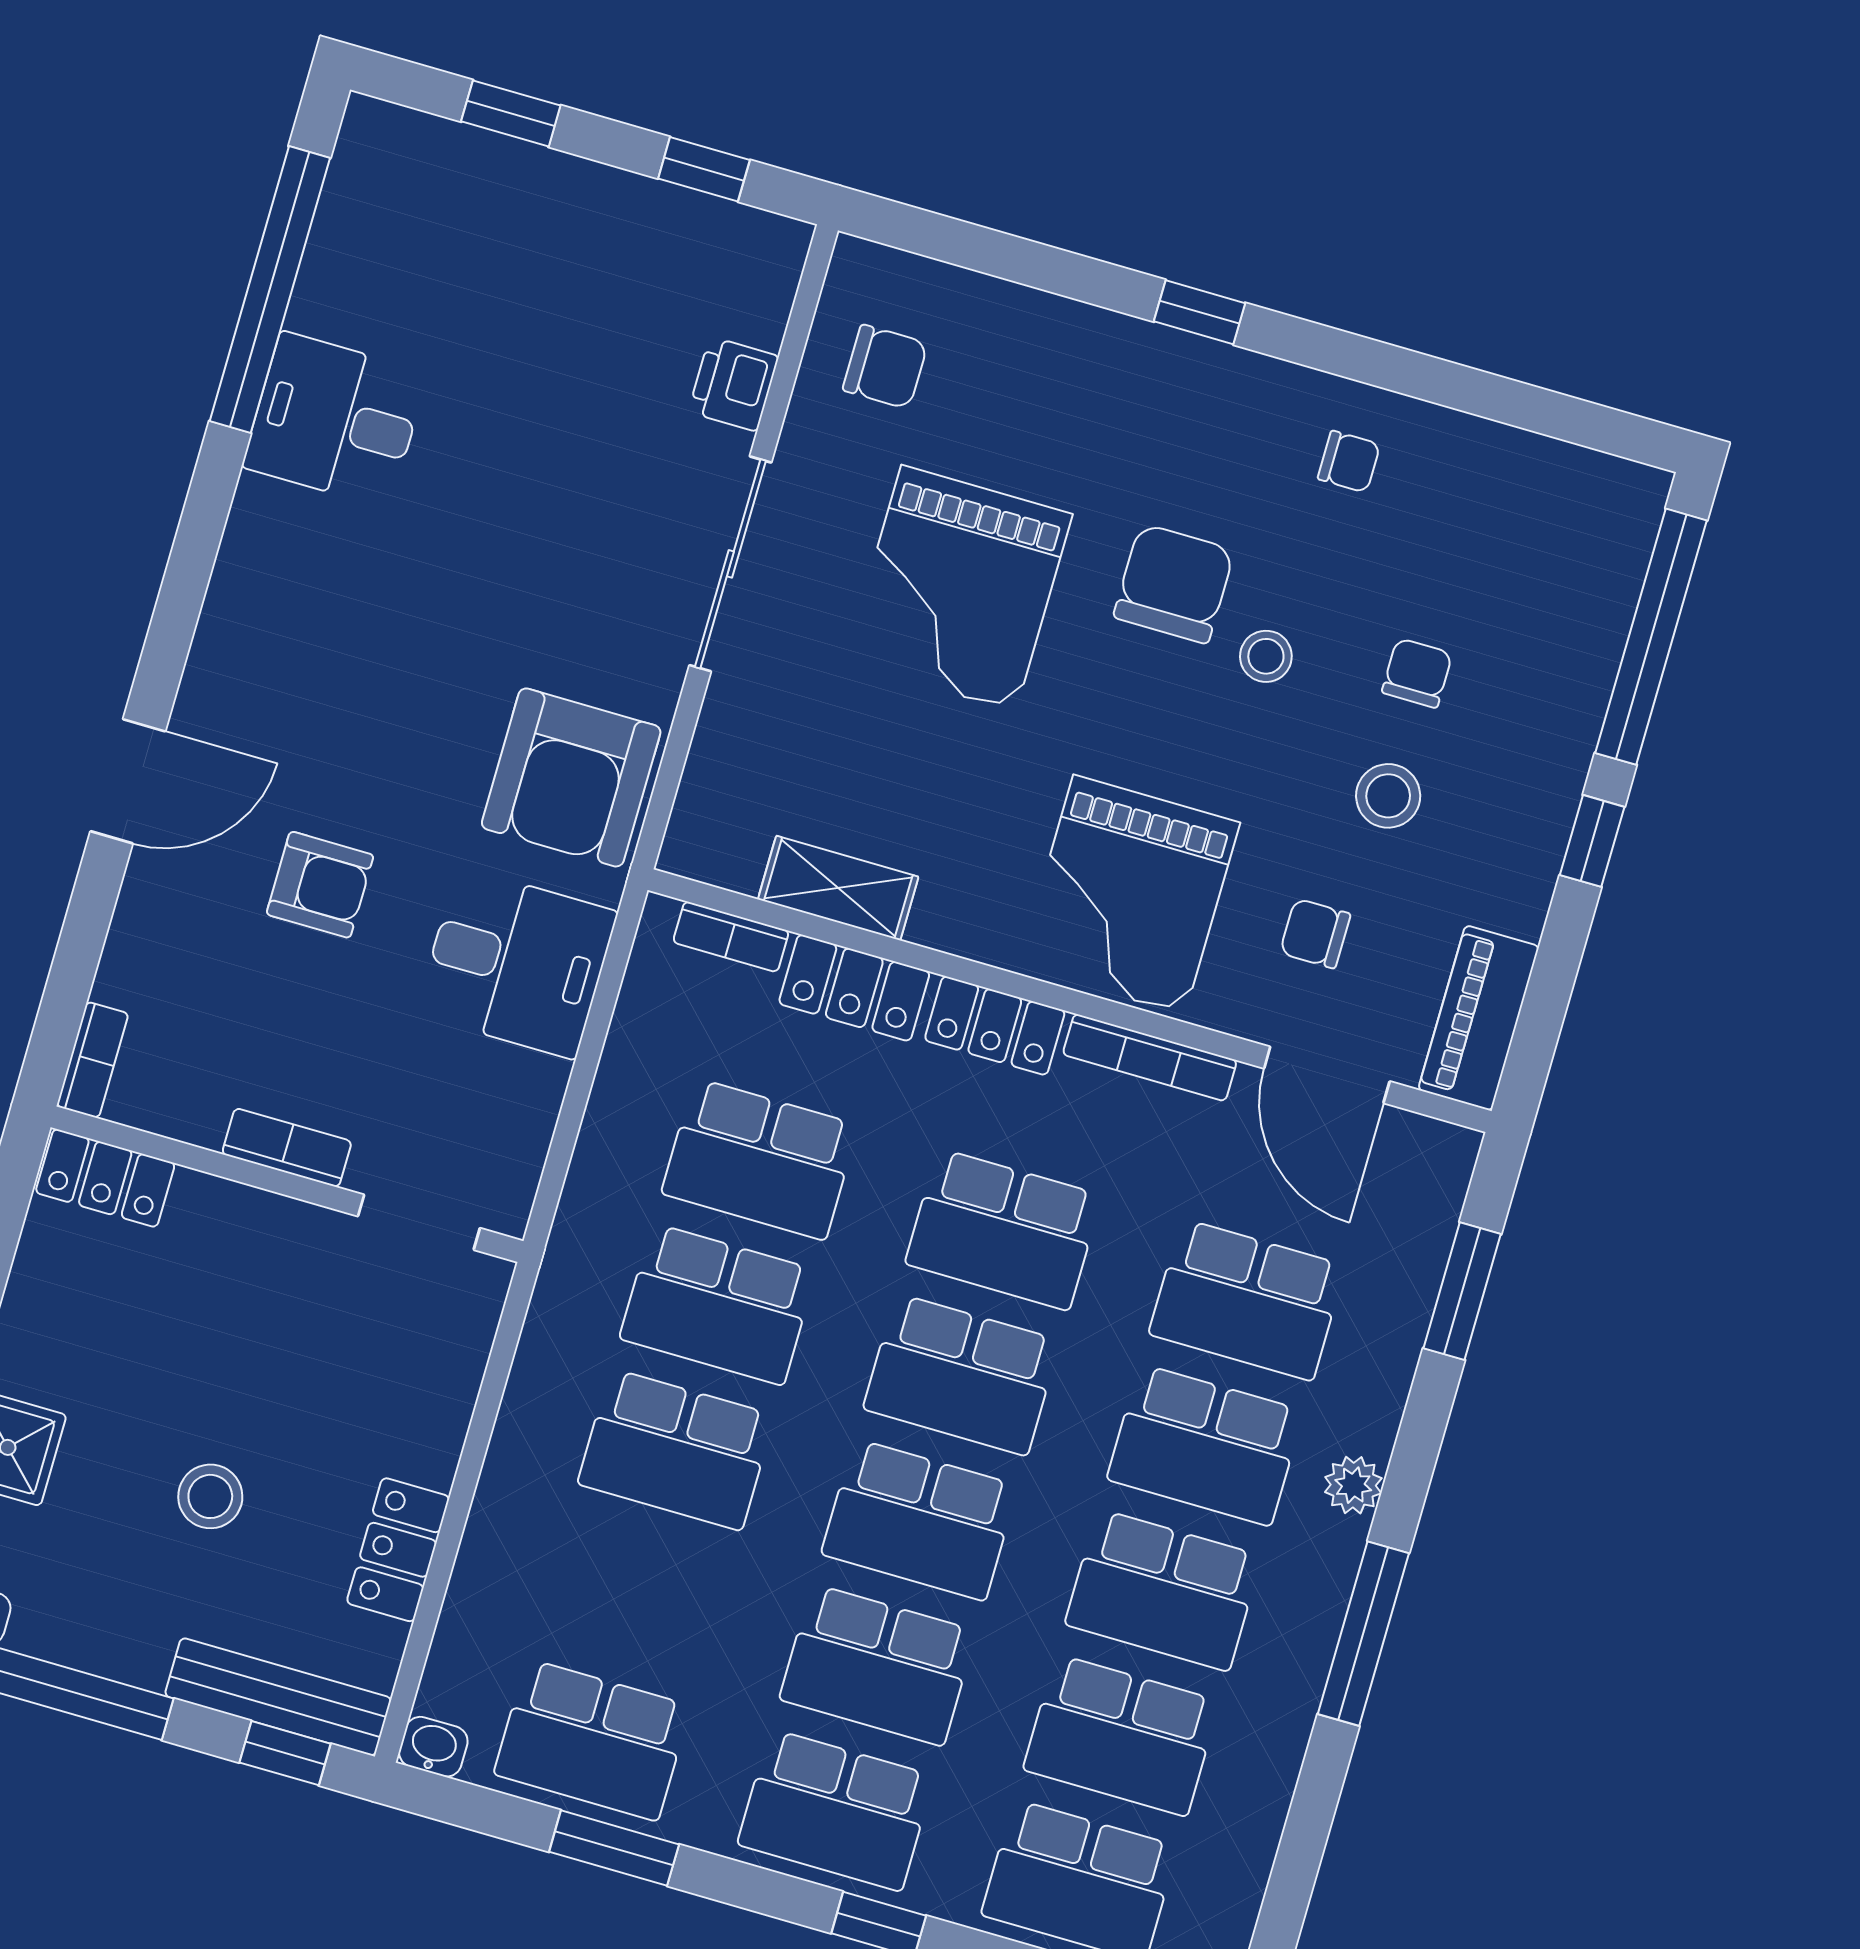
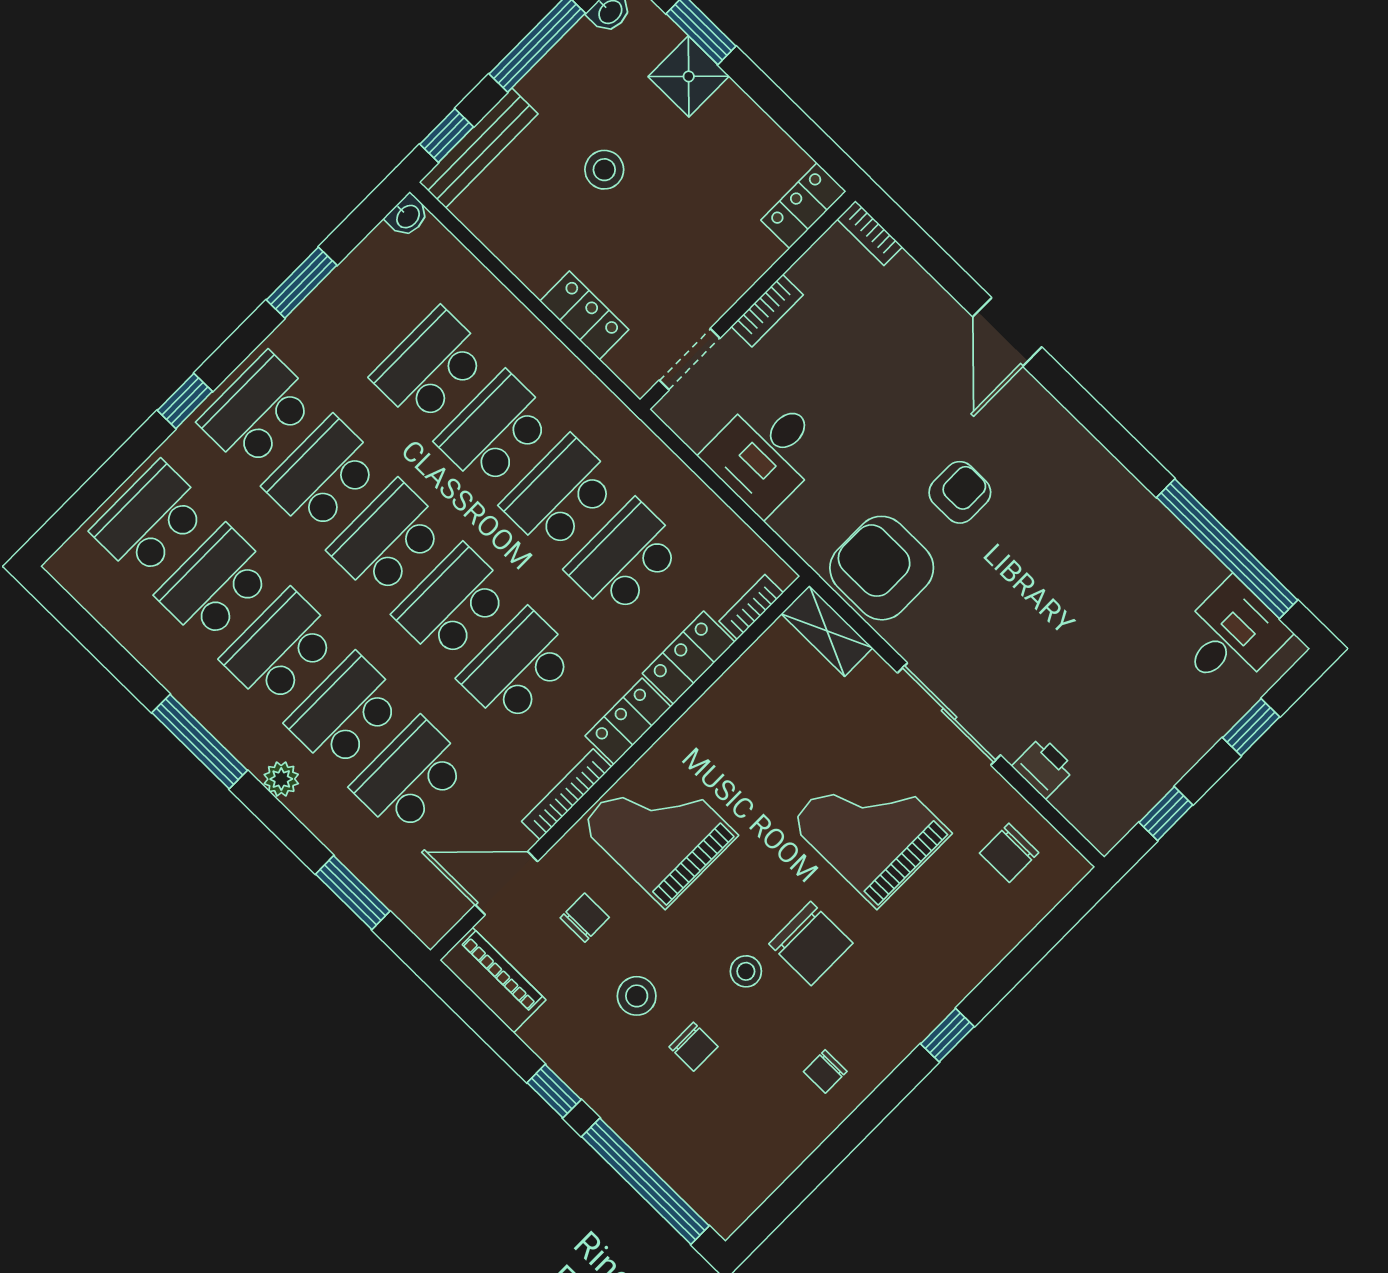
desk: (335, 420) -> (1231, 636), moved
armchair: (320, 885) -> (960, 492), moved, turned 180
shelving: (838, 888) -> (827, 631), moved, turned 90
desk: (517, 963) -> (765, 453), moved
locker: (398, 1550) -> (584, 315), moved
school desk: (592, 1740) -> (430, 366), moved

